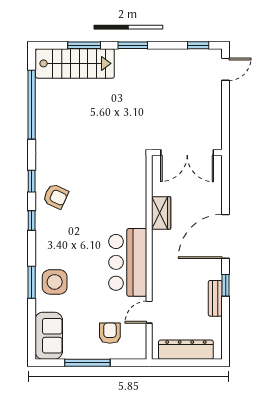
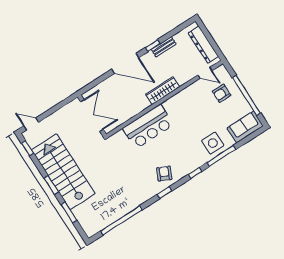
stairs: (75, 63) -> (63, 172), moved, width x1.36, depth x1.51
wardrobe: (161, 213) -> (163, 91), moved, width x1.50
window: (32, 220) -> (195, 173), moved
bar counter: (128, 262) -> (148, 127), moved
window: (32, 282) -> (221, 156), width x1.44
door: (149, 312) -> (205, 73), moved
window: (87, 363) -> (246, 95), width x1.46

